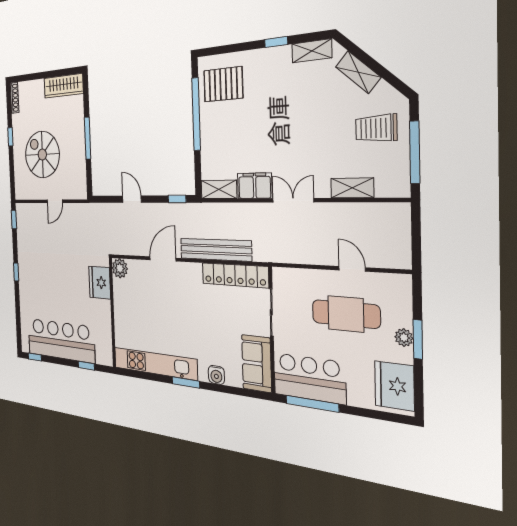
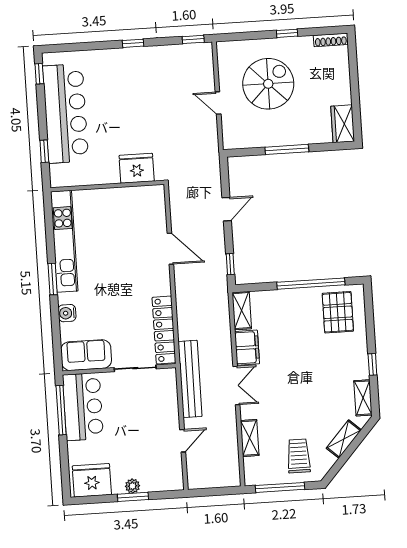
wardrobe: (63, 86) -> (343, 124), width x0.67
bench: (215, 250) -> (190, 379), moved
plant: (120, 268) -> (155, 195), removed
cafe table: (346, 314) -> (144, 437), removed

